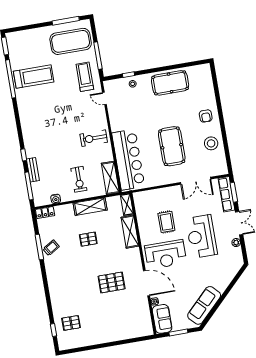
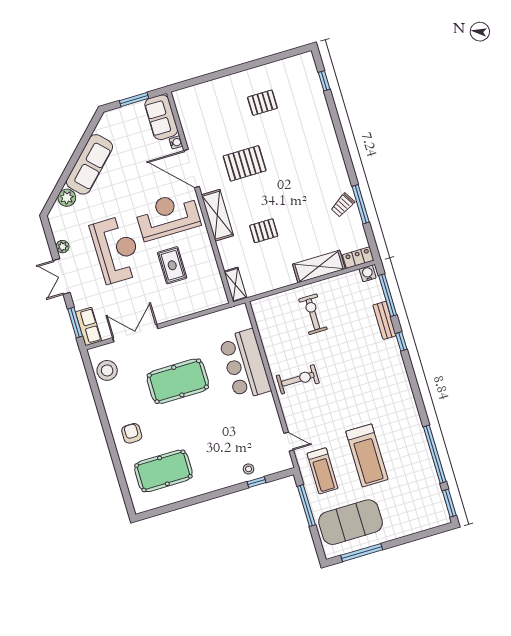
treadmill: (34, 77) -> (367, 455), moved, turned -90
pool table: (170, 83) -> (163, 471), moved
stool: (211, 143) -> (107, 370), moved
pool table: (172, 146) -> (178, 381), turned 90
bar counter: (128, 160) -> (245, 364), width x0.73
shelving: (110, 178) -> (265, 322), removed
row of seats: (226, 194) -> (88, 326), width x0.68
water cooler: (56, 199) -> (368, 273), moved
shelving: (90, 207) -> (319, 267), moved
shelving: (130, 232) -> (217, 215), moved
pallet: (88, 239) -> (264, 231), moved
plant: (230, 274) -> (67, 198), added
sofa: (204, 305) -> (89, 164), moved
pallet: (71, 323) -> (262, 103), moved

